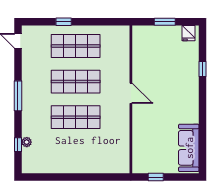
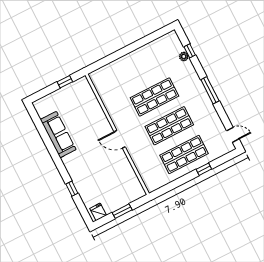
sofa: (189, 148) -> (58, 135), moved

